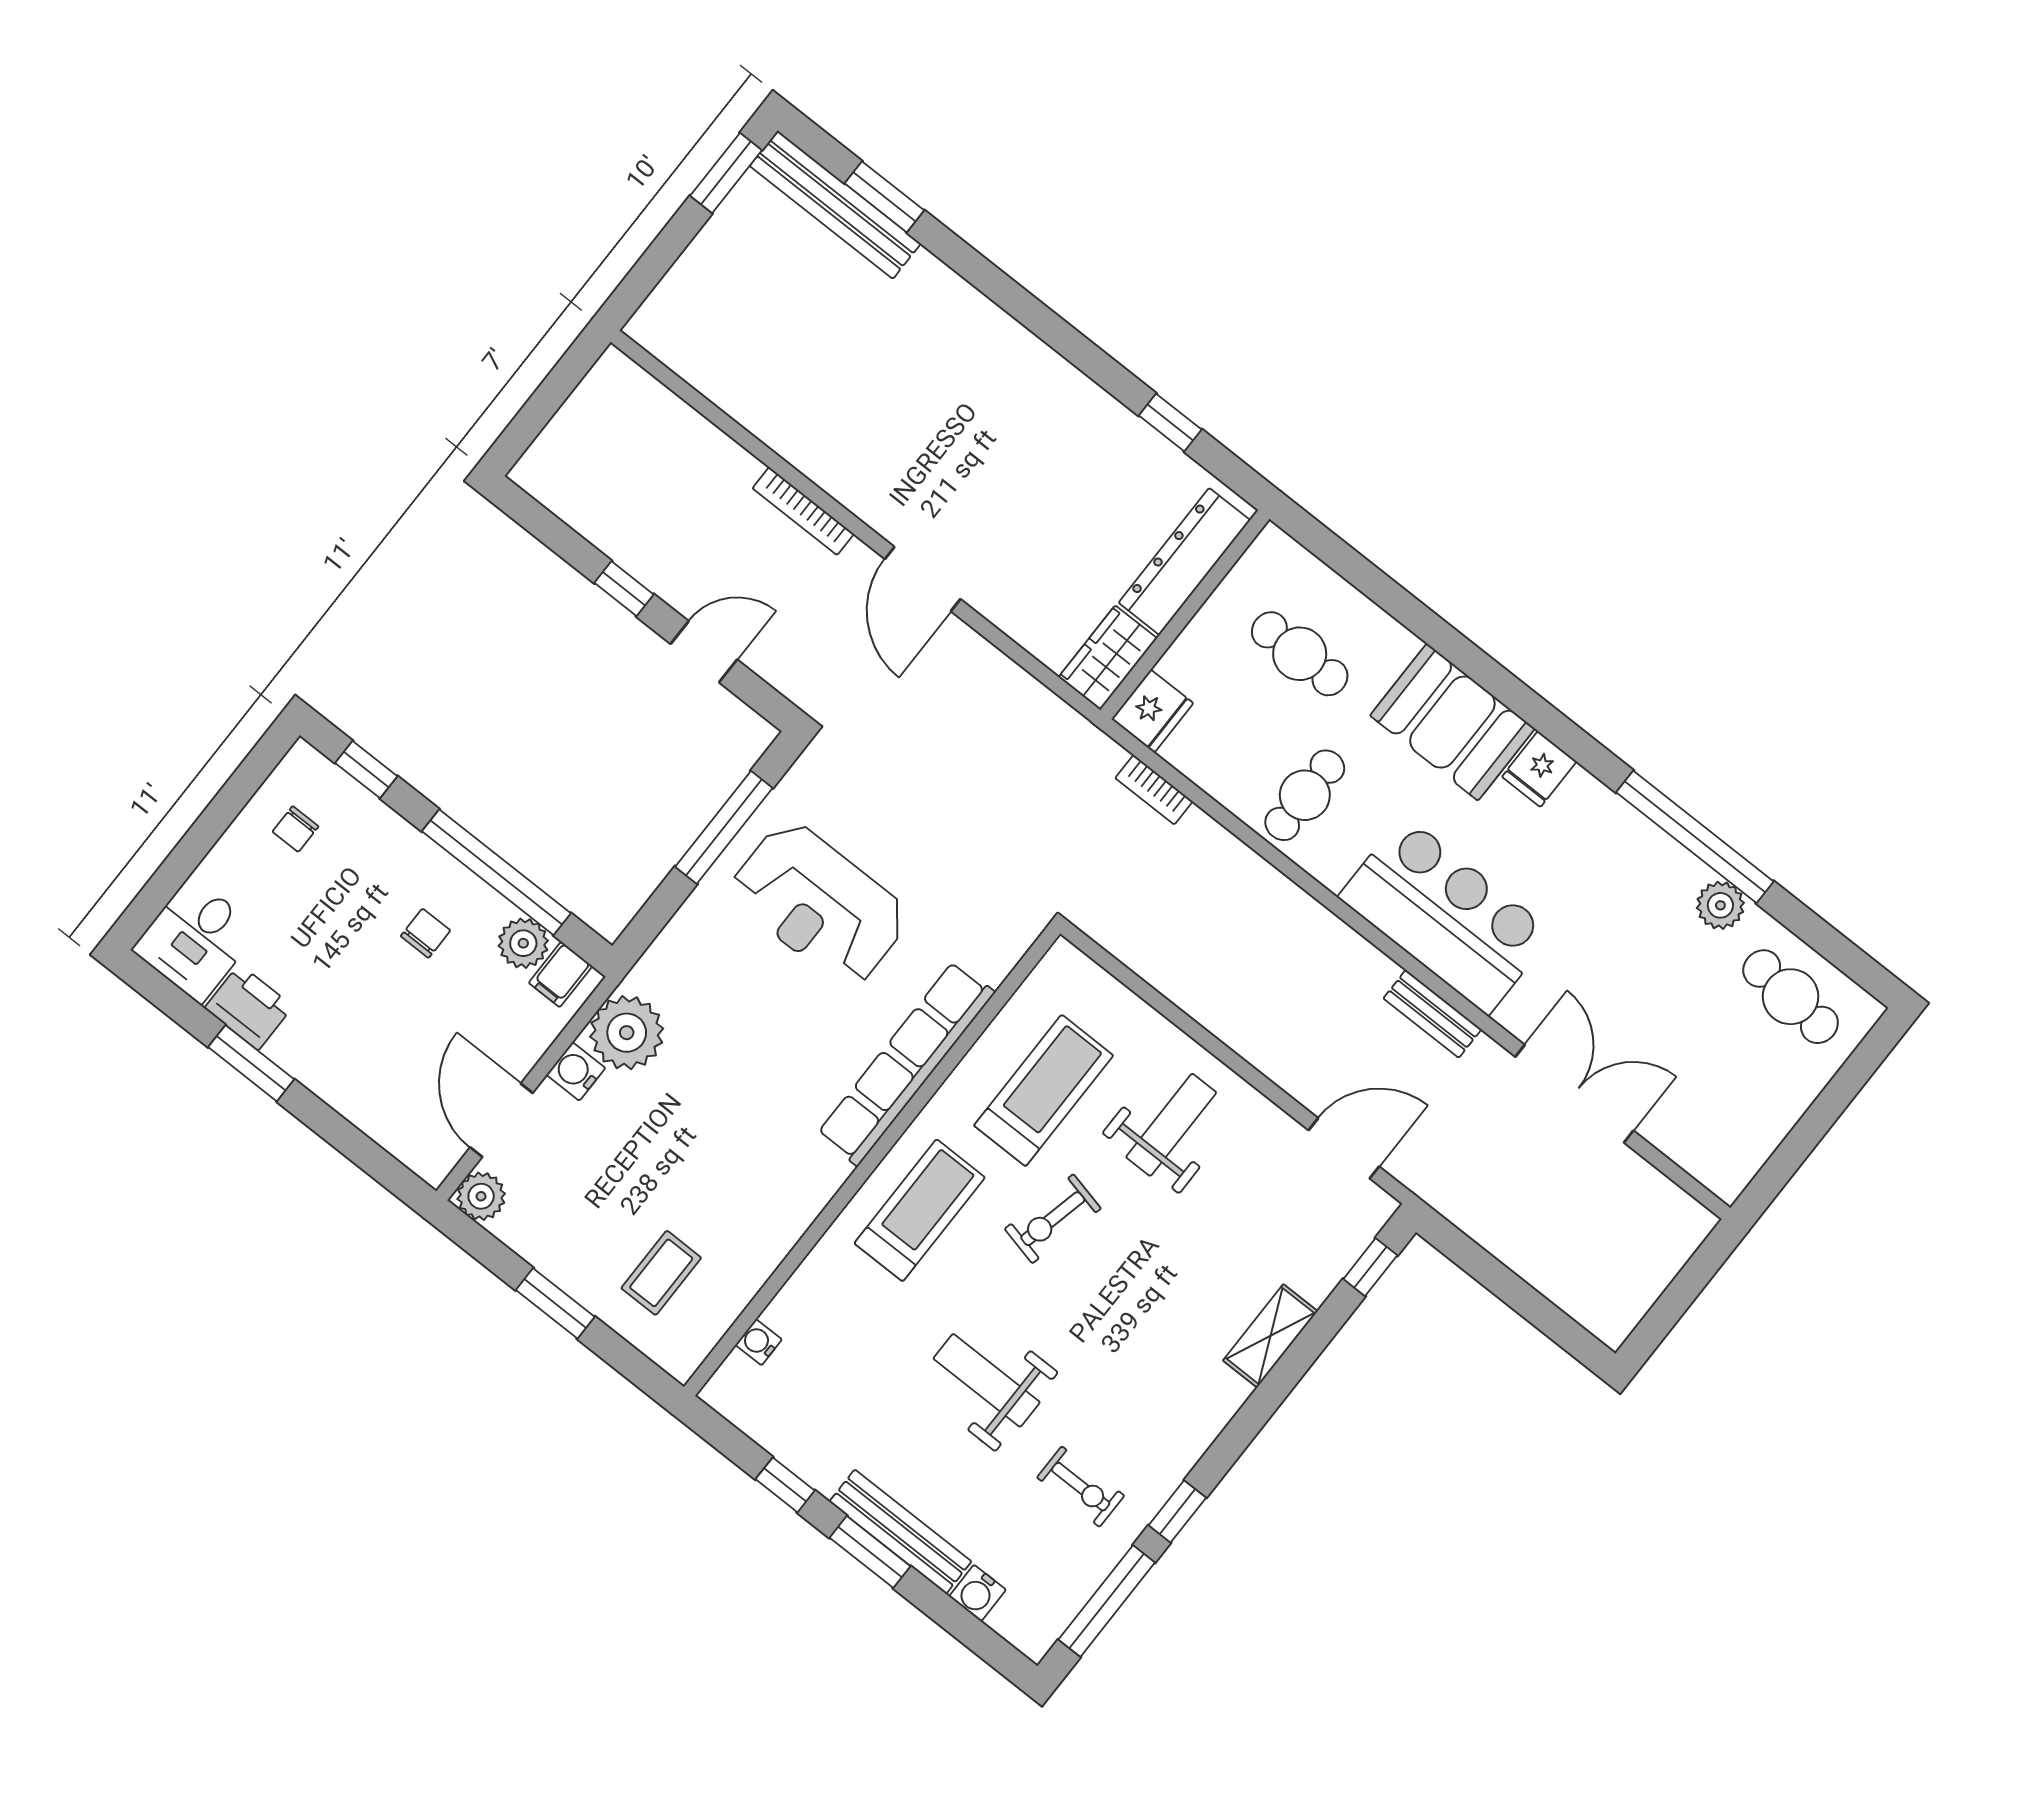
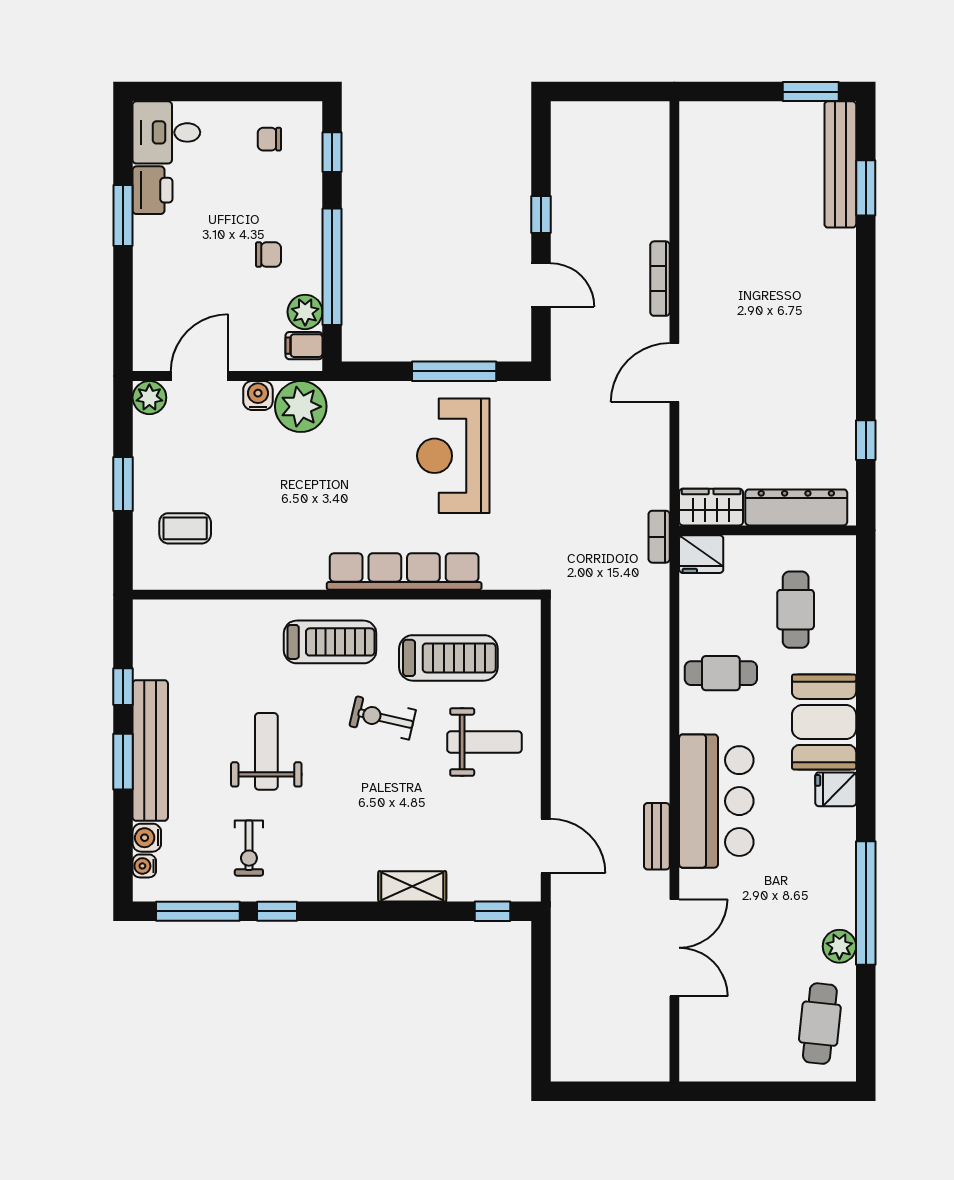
bookcase: (1154, 790) -> (659, 537), moved
water cooler: (759, 1342) -> (144, 866), moved, turned -90
bench: (900, 1532) -> (150, 750), width x1.37, depth x1.21

